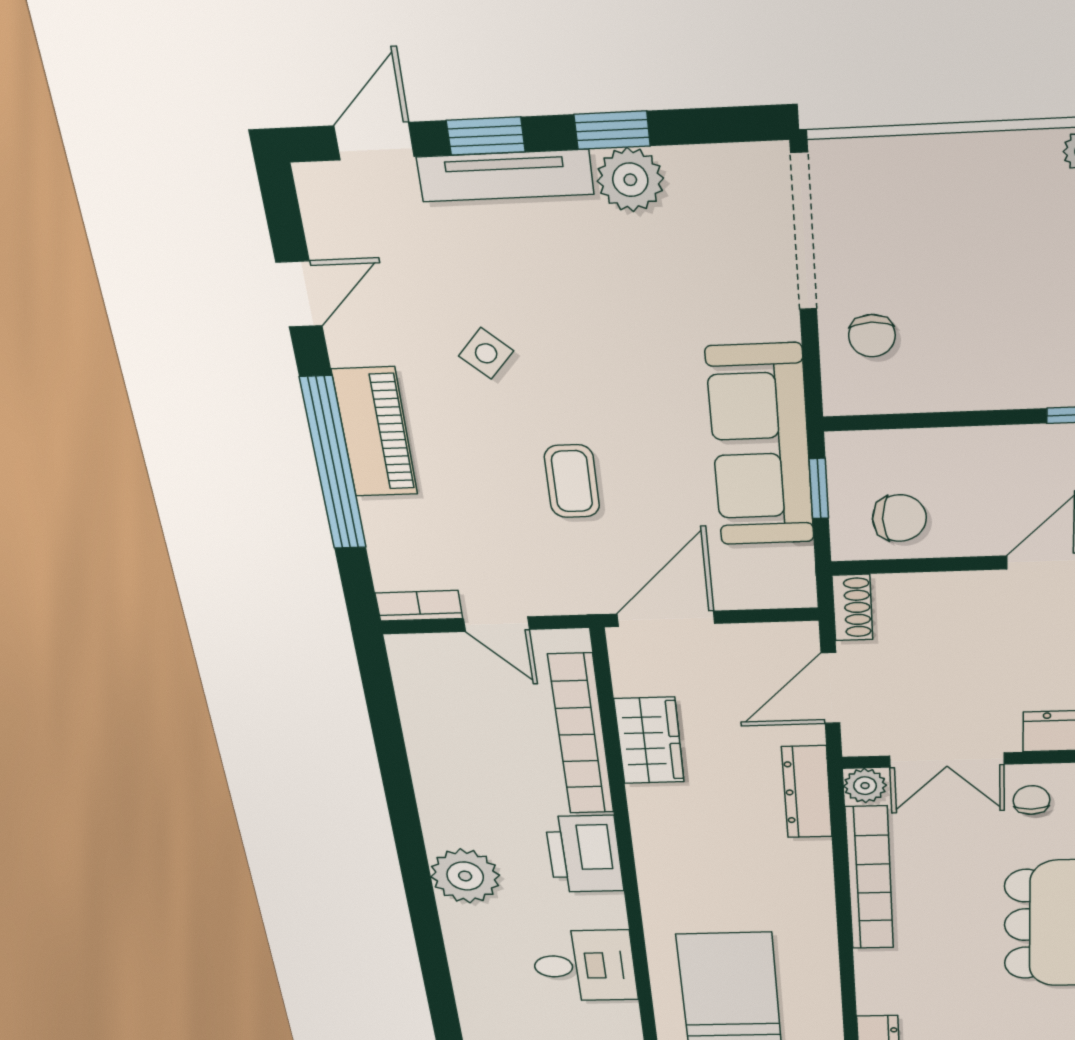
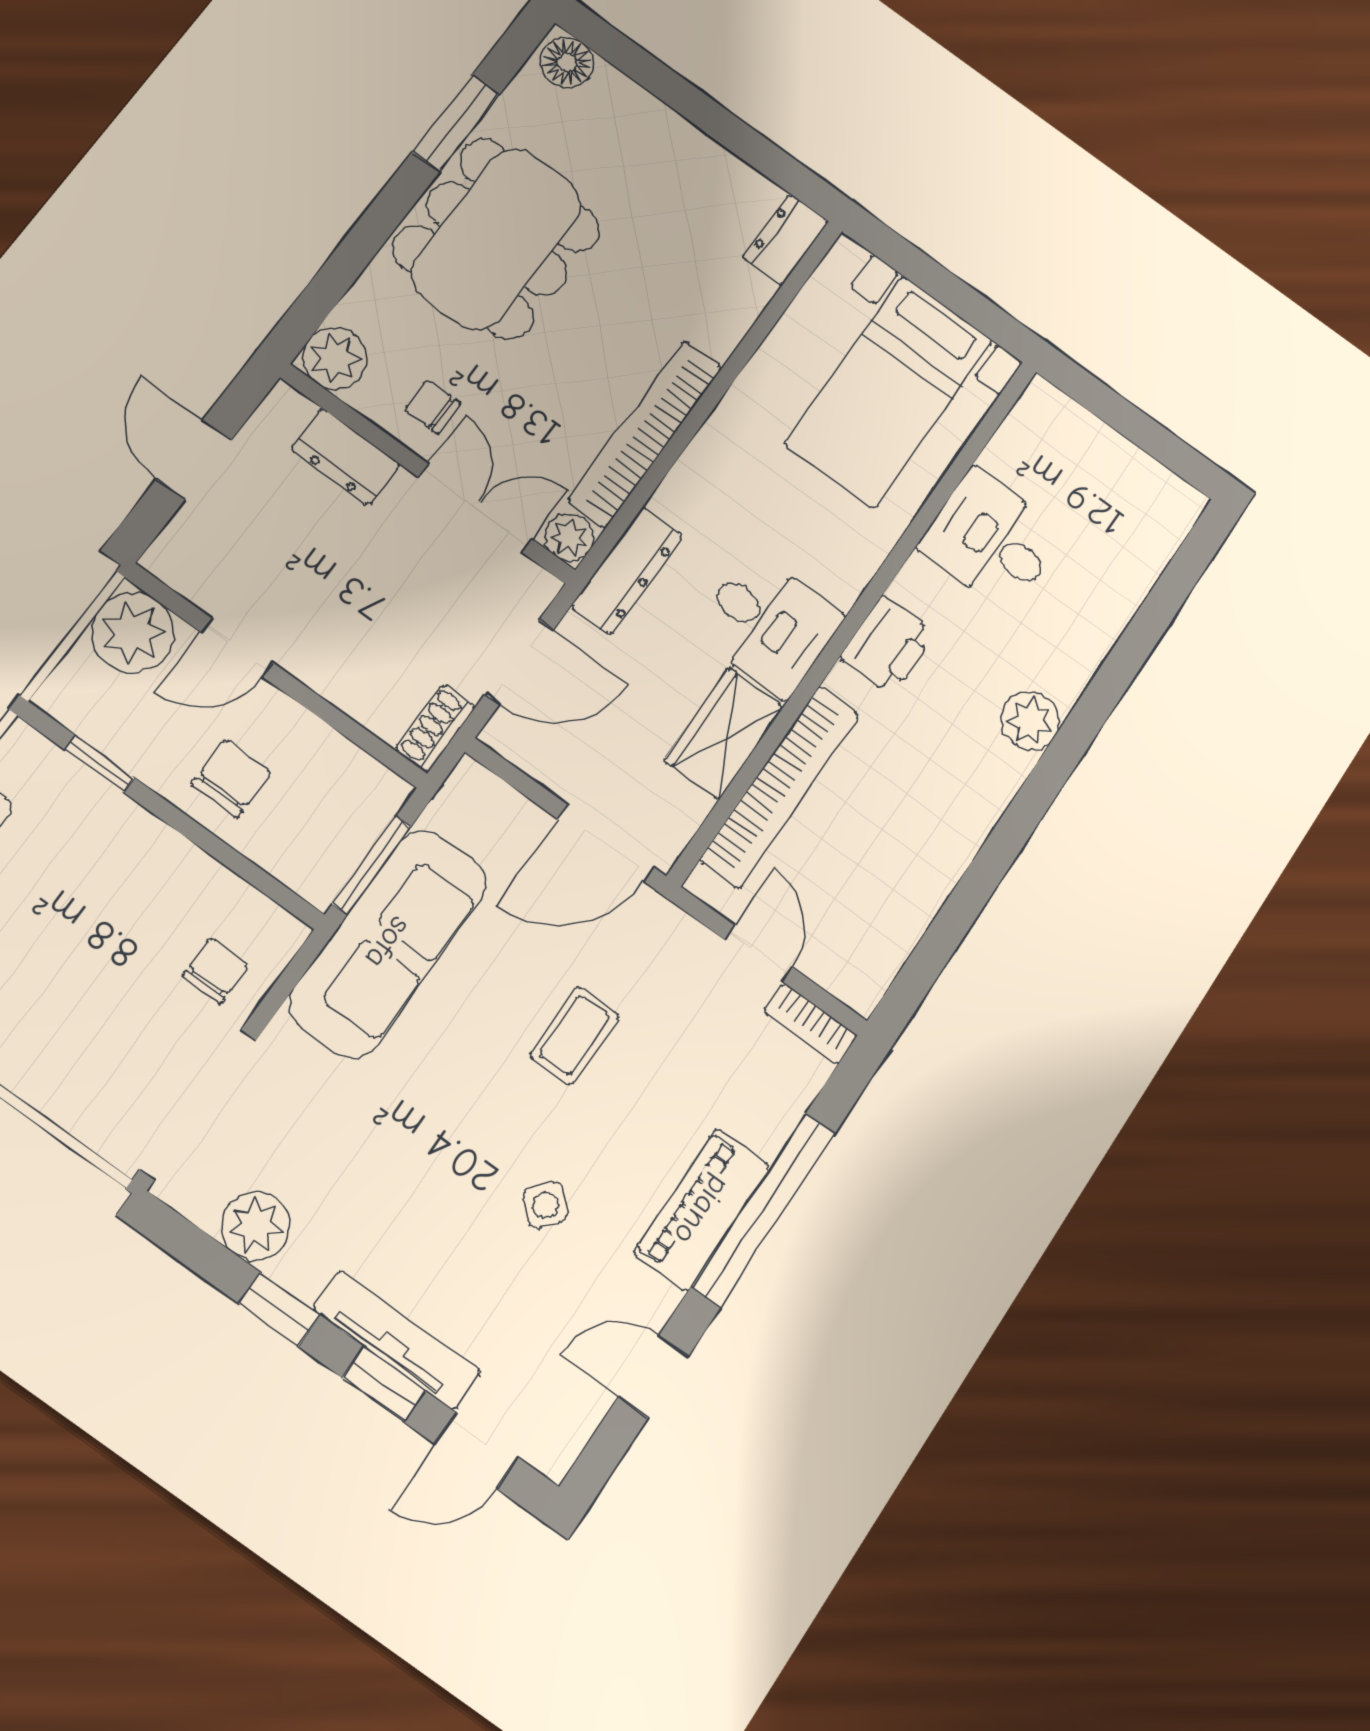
plant: (630, 180) -> (256, 1226), moved
window: (819, 489) -> (372, 865), width x1.50
chair: (899, 518) -> (231, 778), moved, turned 90
chair: (1032, 800) -> (433, 407), turned 90
desk: (682, 824) -> (768, 624), added
printer: (585, 854) -> (888, 645), width x0.73, depth x0.84
plant: (465, 876) -> (1030, 721), width x0.73, depth x0.73

